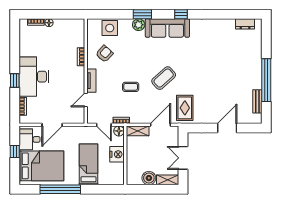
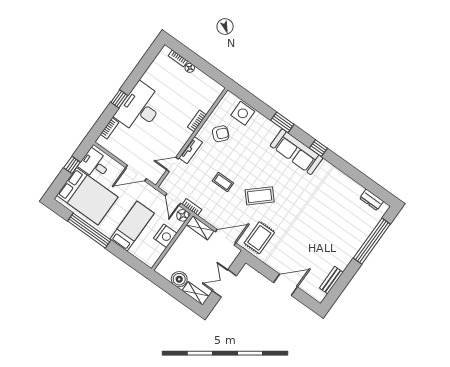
plant: (139, 25) -> (272, 129), removed
window: (266, 80) -> (372, 241), moved
door: (52, 125) -> (136, 173), moved

